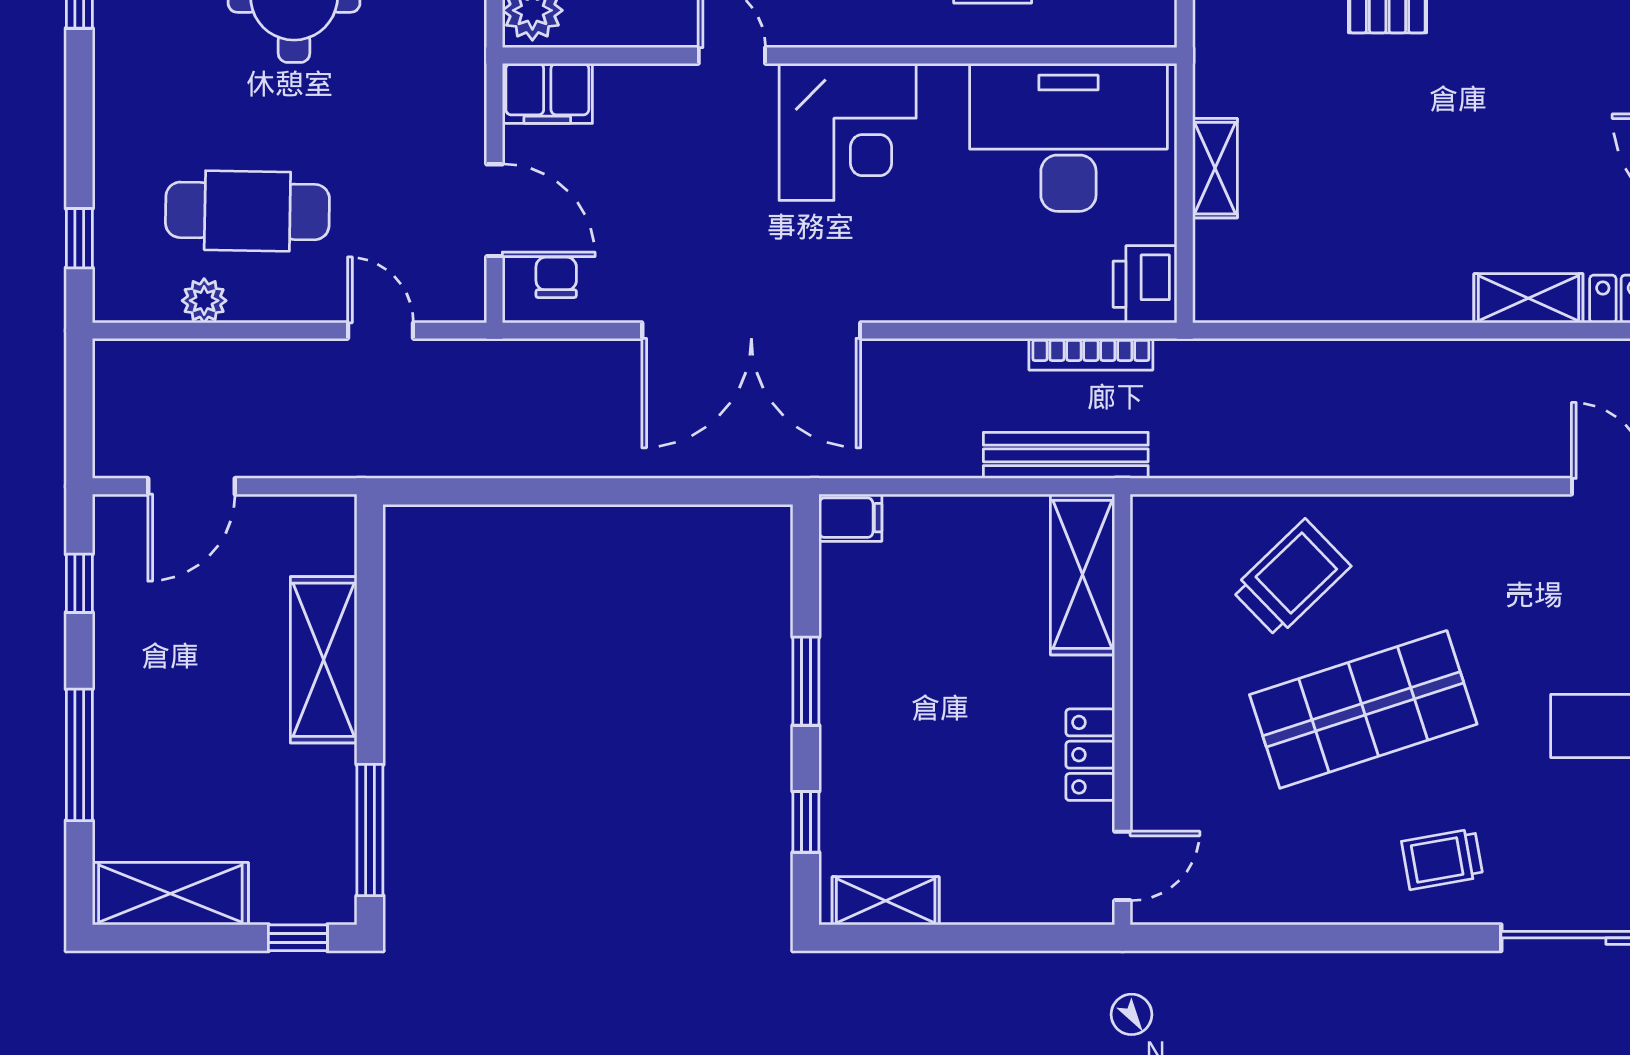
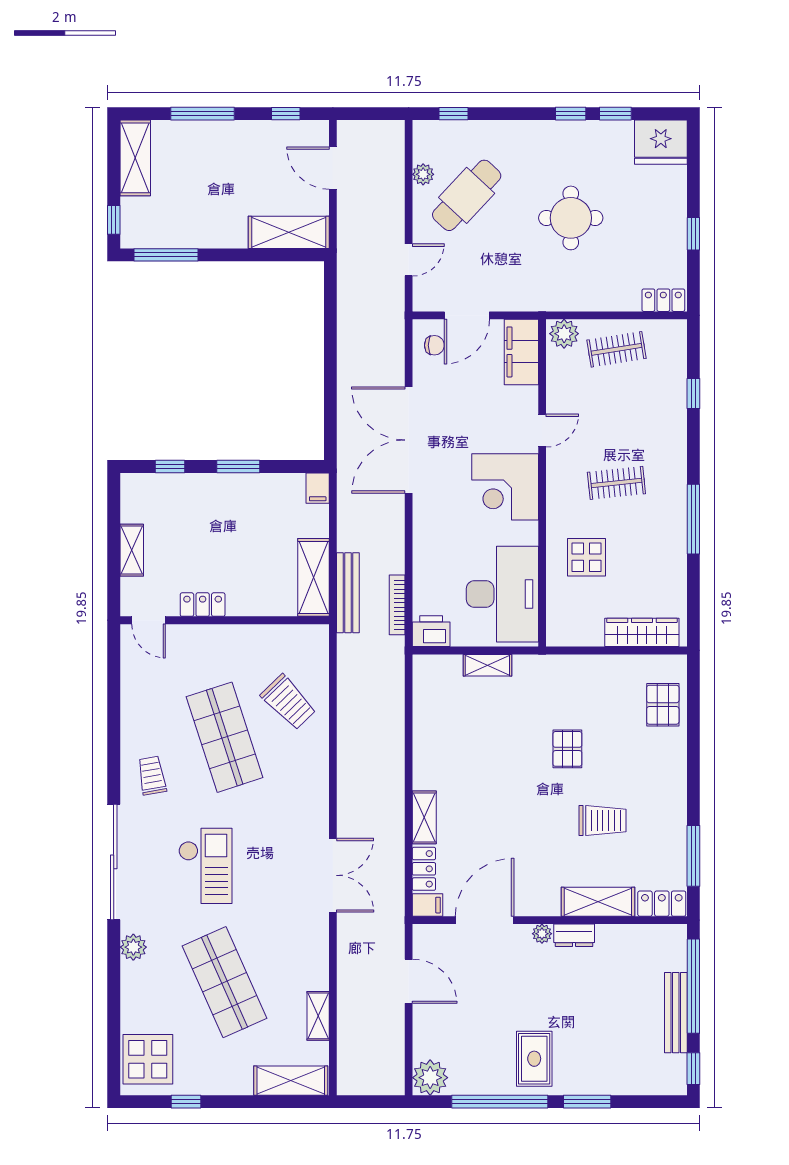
filing cabinet: (547, 93) -> (521, 352), width x1.50, depth x1.17
cafe table: (247, 211) -> (467, 195), turned 42
shelving: (1083, 574) -> (314, 577), moved, turned 90
shelving: (324, 660) -> (289, 232), moved
shelving: (886, 901) -> (132, 550), moved

